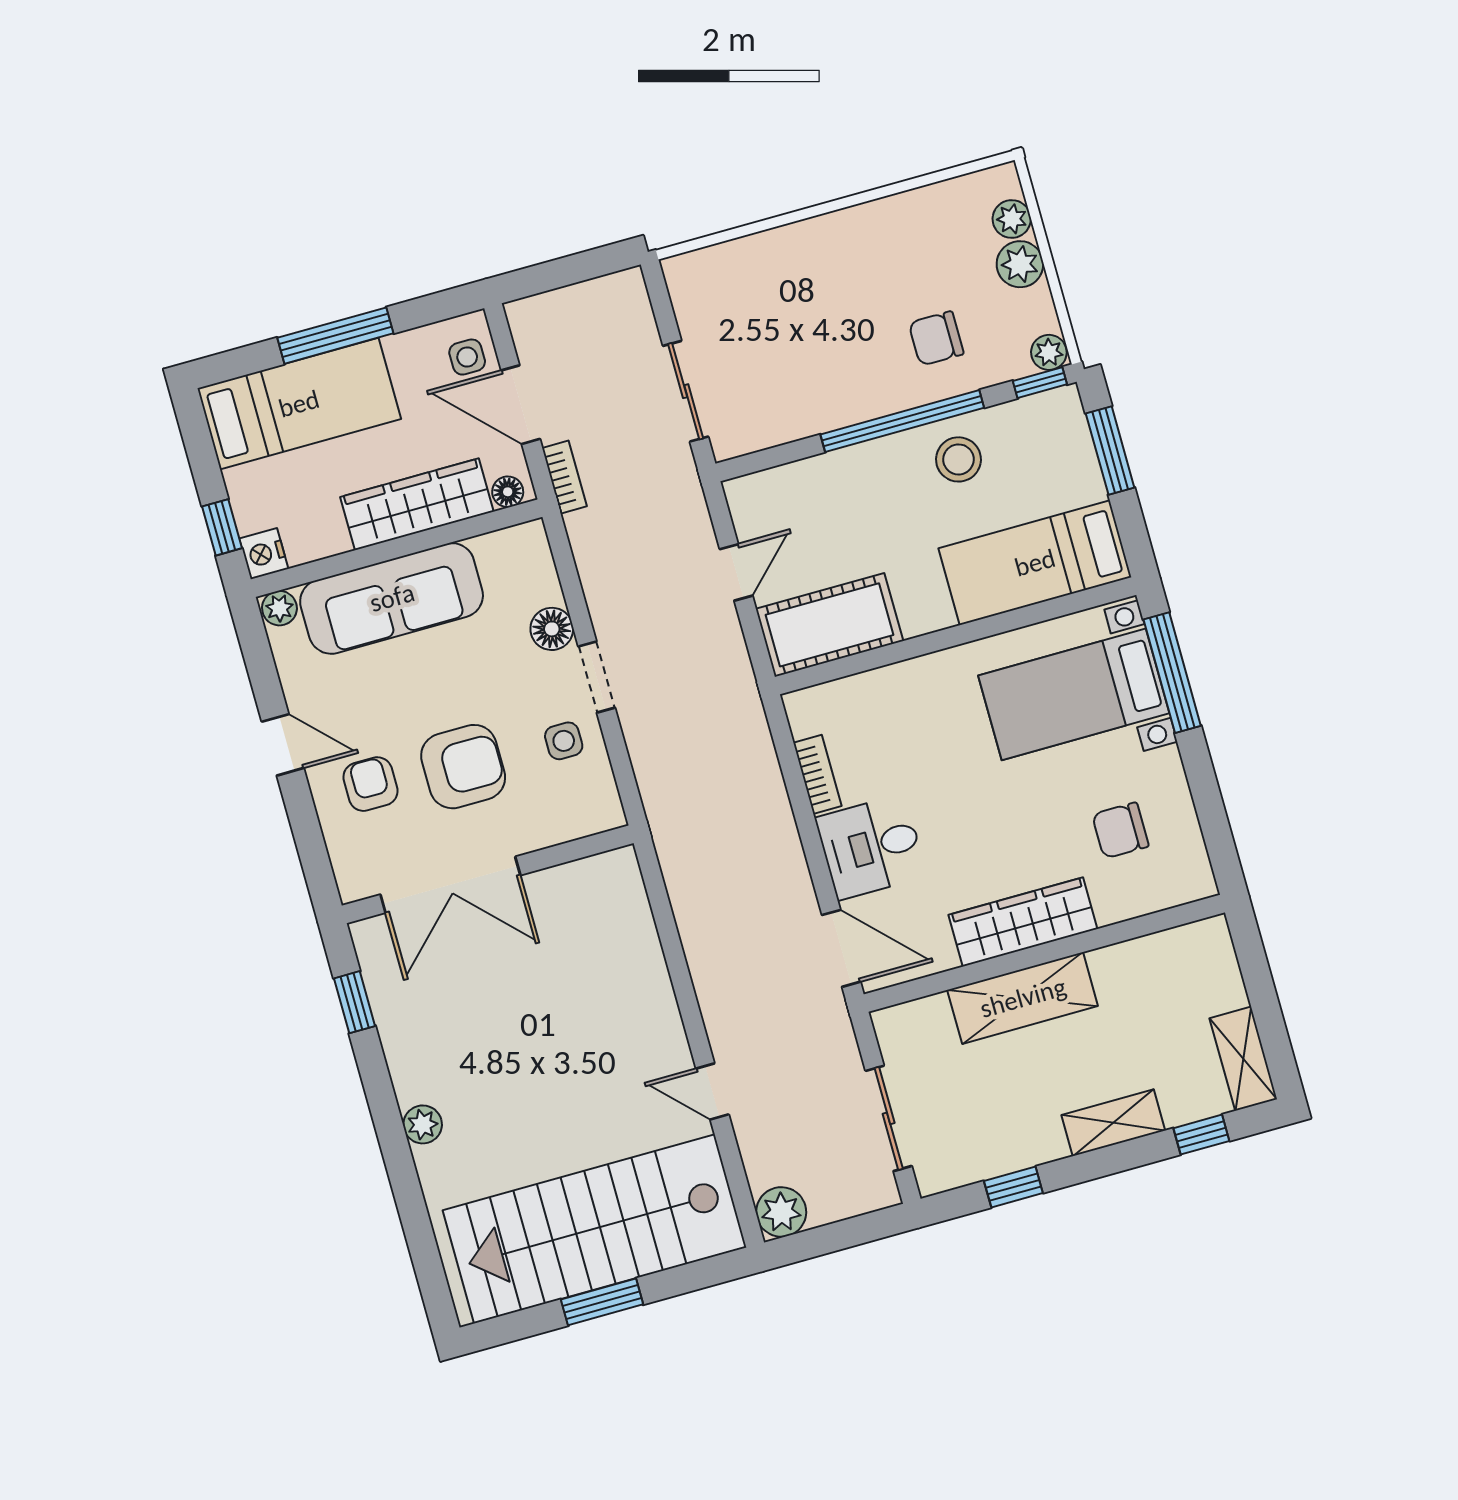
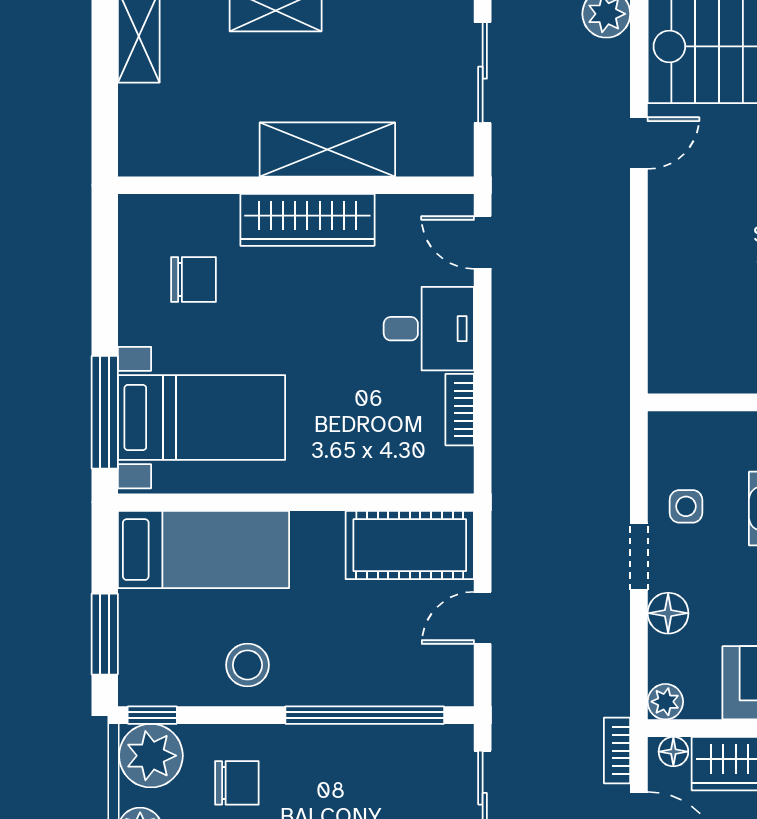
plant: (1049, 352) -> (151, 756), width x1.88, depth x1.88
window: (902, 421) -> (365, 715), moved
plant: (530, 539) -> (665, 702), added
door: (841, 948) -> (483, 242), width x0.73
door: (712, 1092) -> (639, 143), hinge flipped

